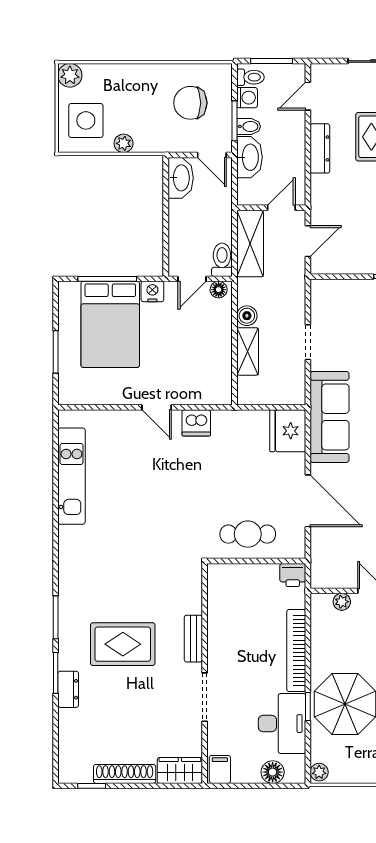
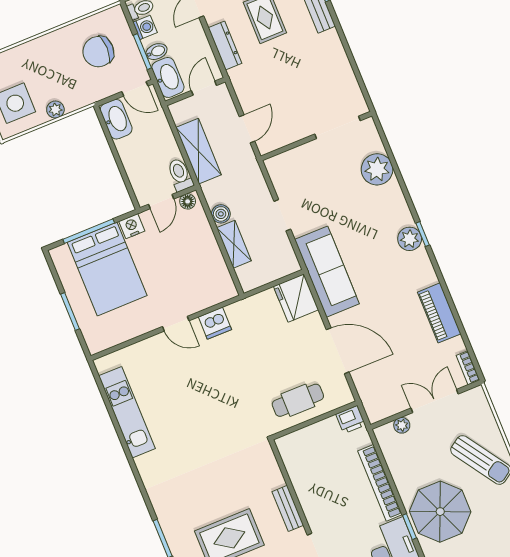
wall: (271, 208) -> (195, 92), moved
door: (281, 208) -> (204, 88), moved

